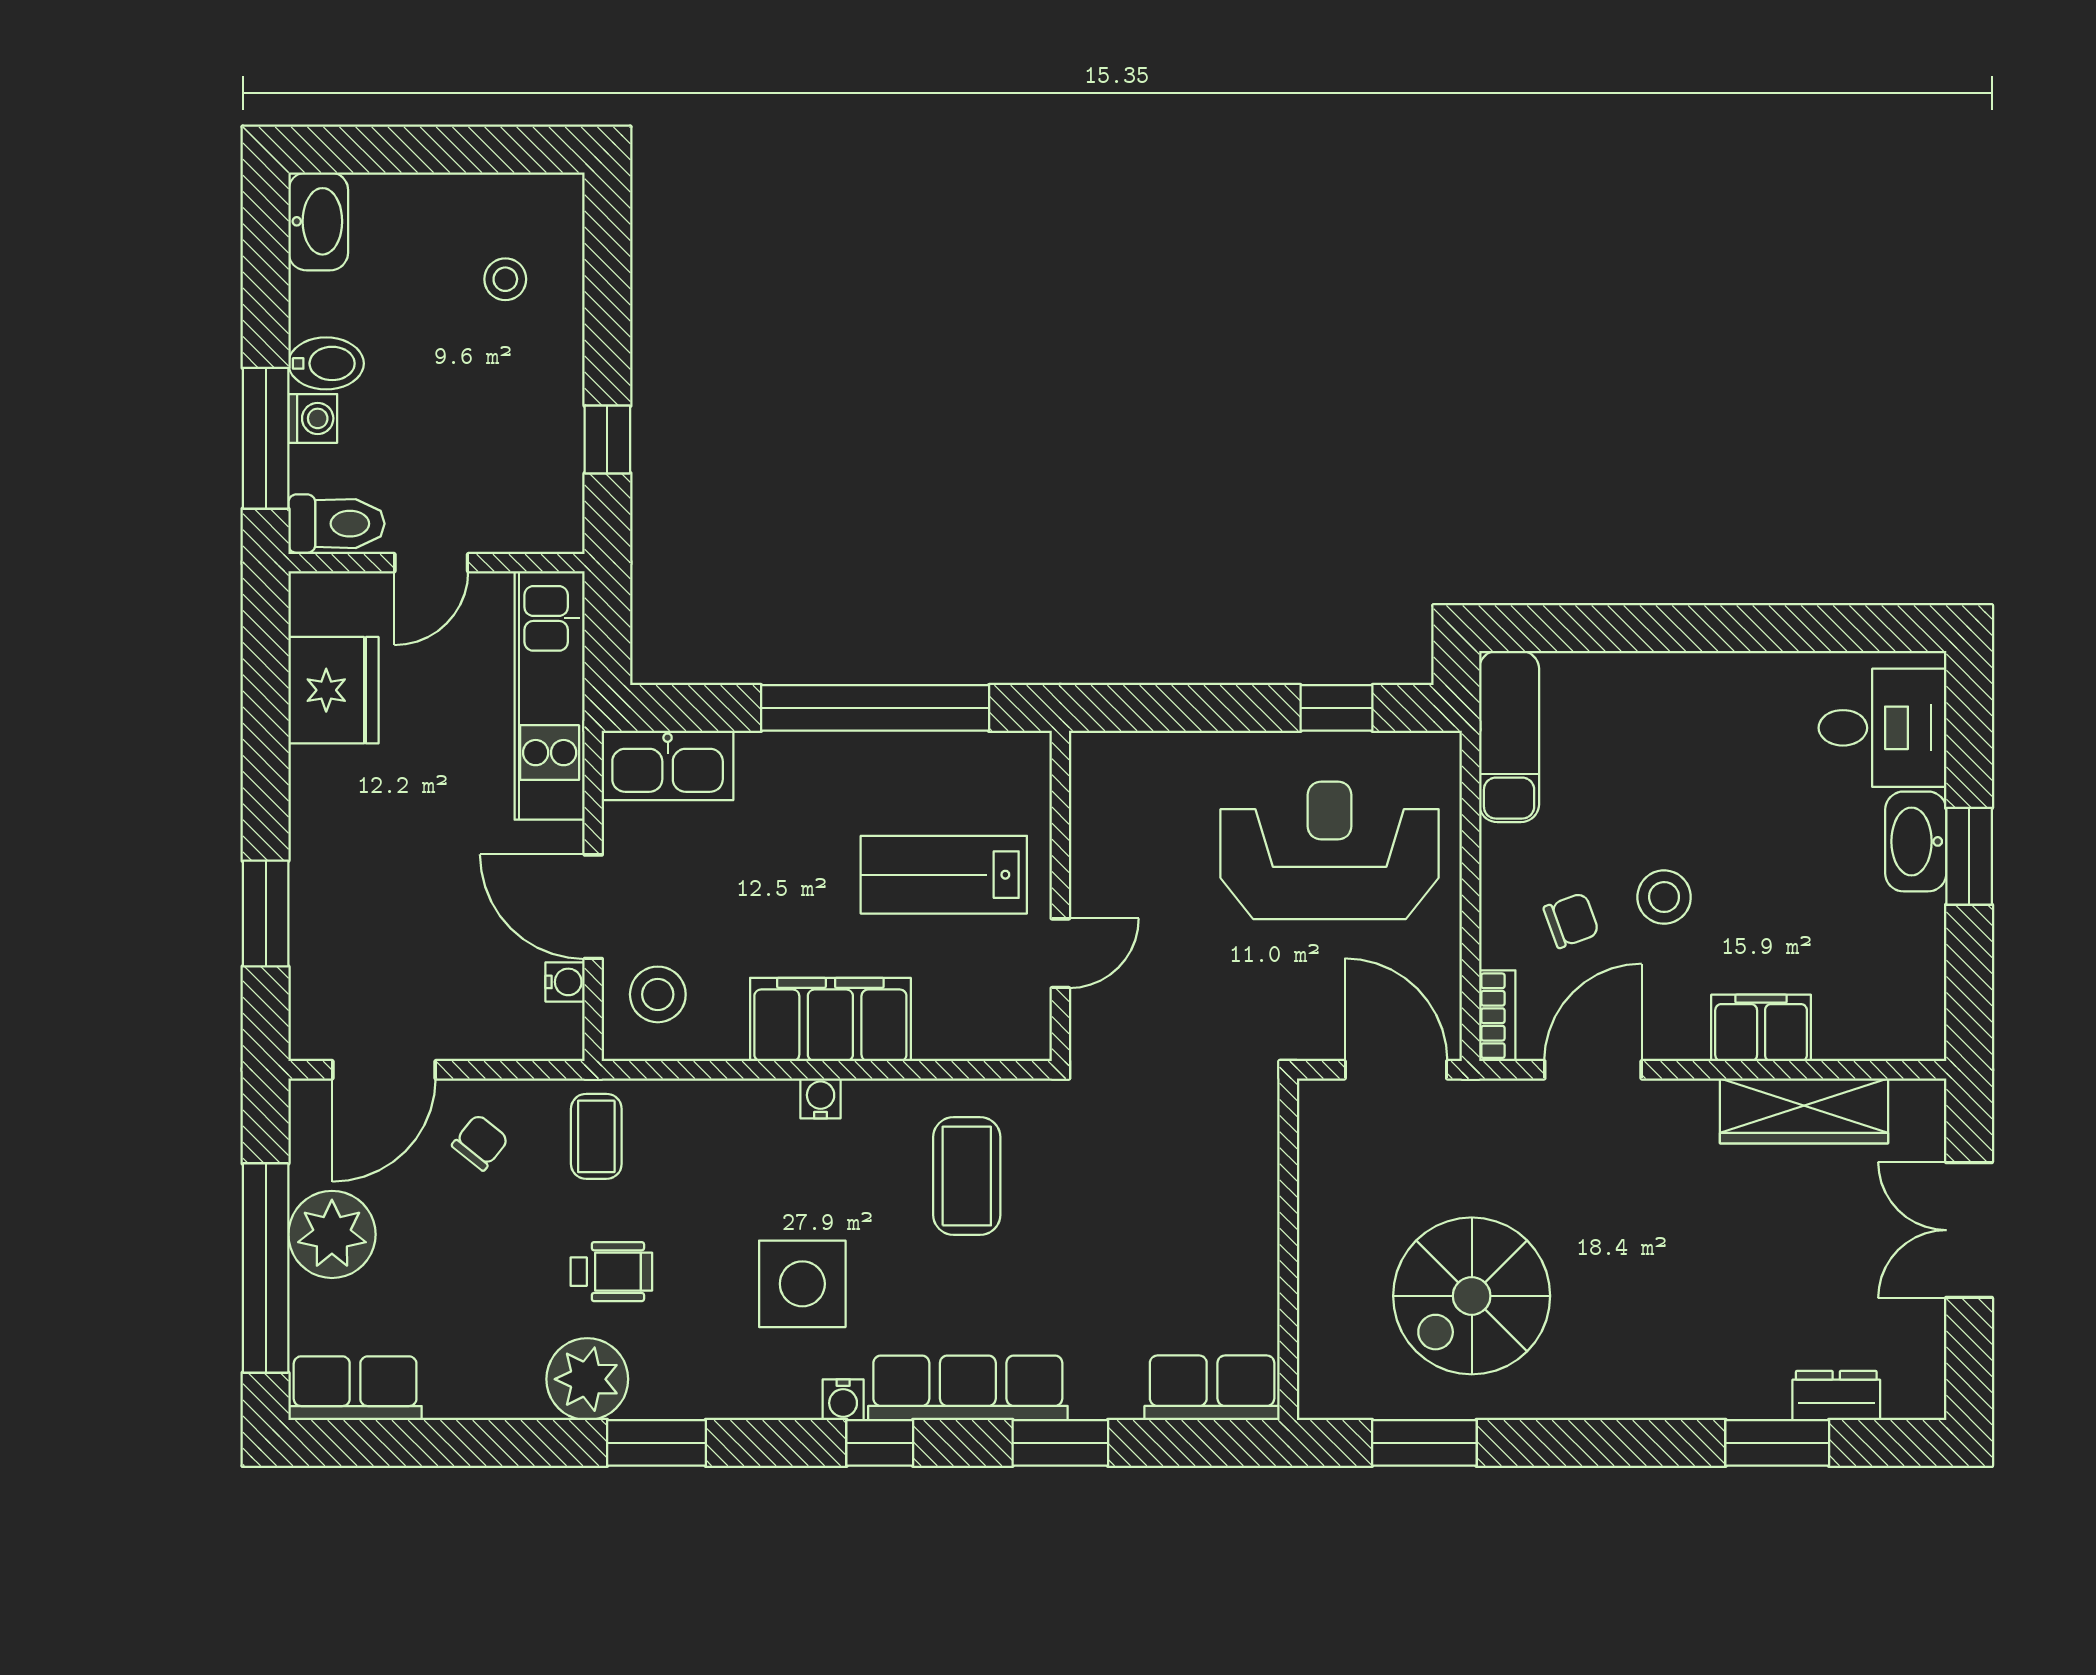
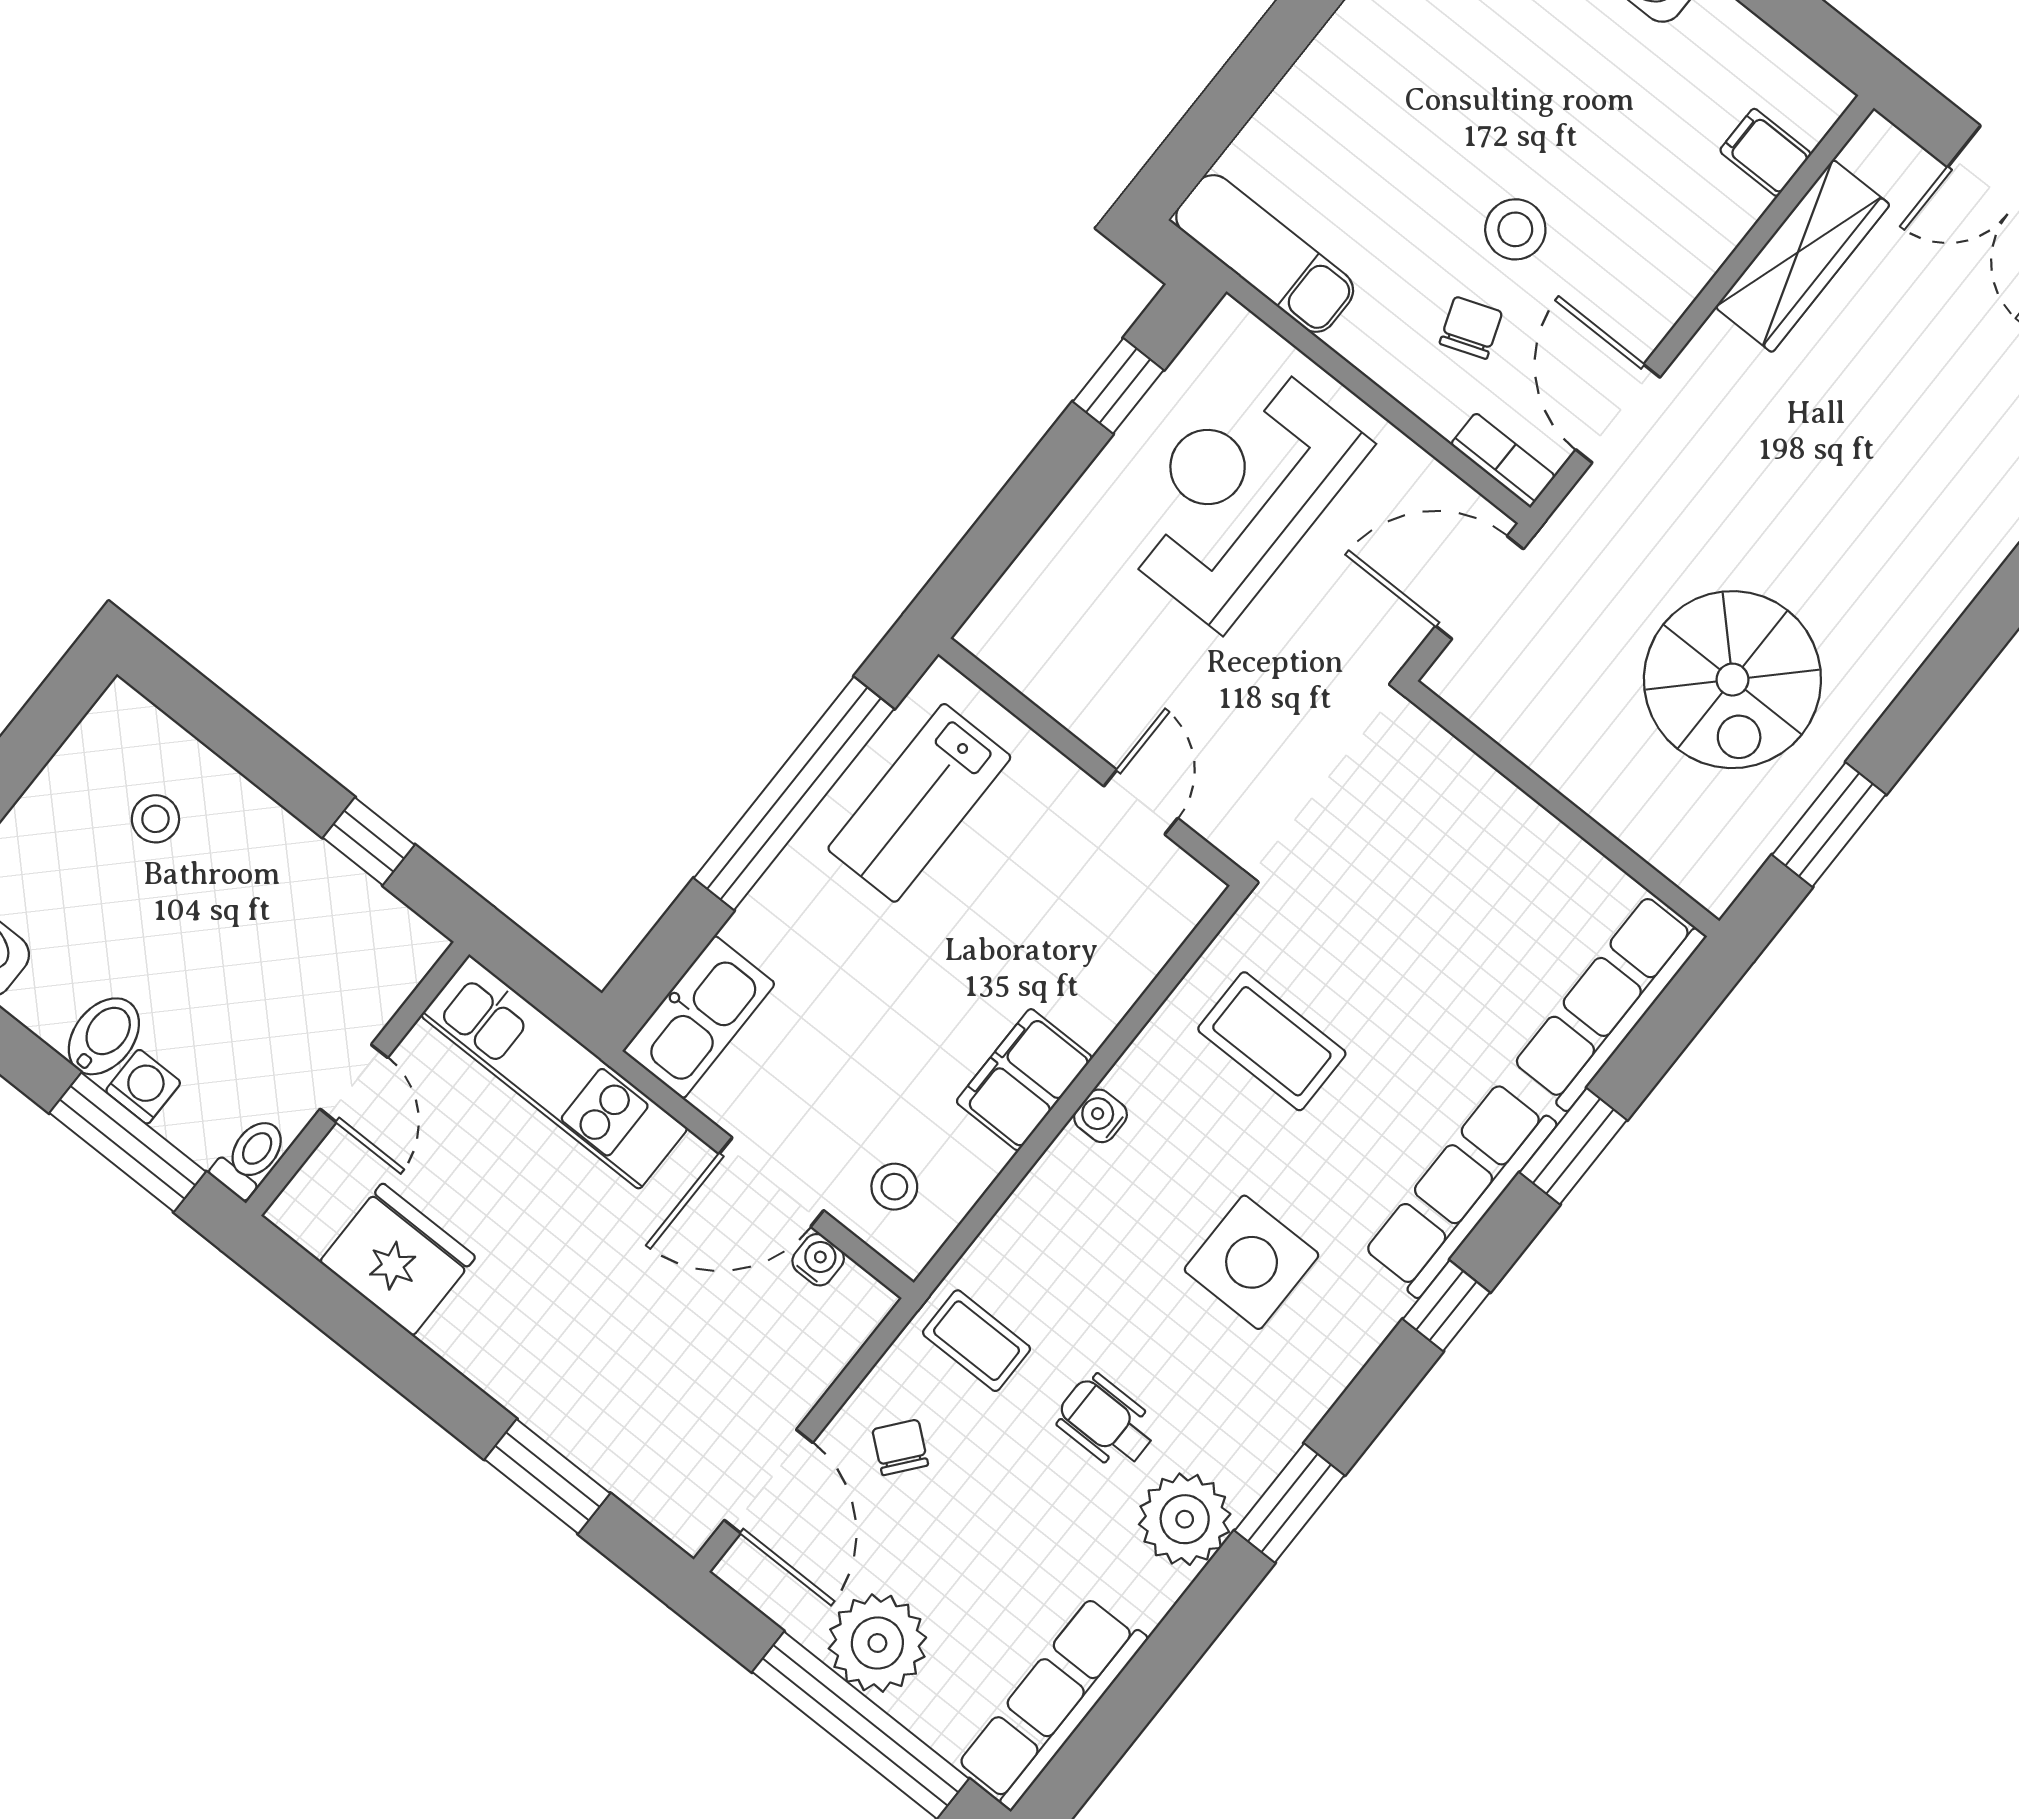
toilet: (336, 524) -> (250, 1157), width x0.73, depth x0.72
lab bench: (944, 875) -> (919, 803), moved
stool: (658, 994) -> (894, 1187), width x0.73, depth x0.73
filing cabinet: (830, 1020) -> (1024, 1080), width x0.67, depth x0.86
filing cabinet: (1761, 1028) -> (1765, 152), moved, width x0.50
wheelchair: (611, 1272) -> (1107, 1422), turned -90
row of seats: (355, 1388) -> (1052, 1703), width x1.48
row of seats: (1212, 1388) -> (1609, 1002), width x1.48
water cooler: (843, 1400) -> (1383, 1308), removed

